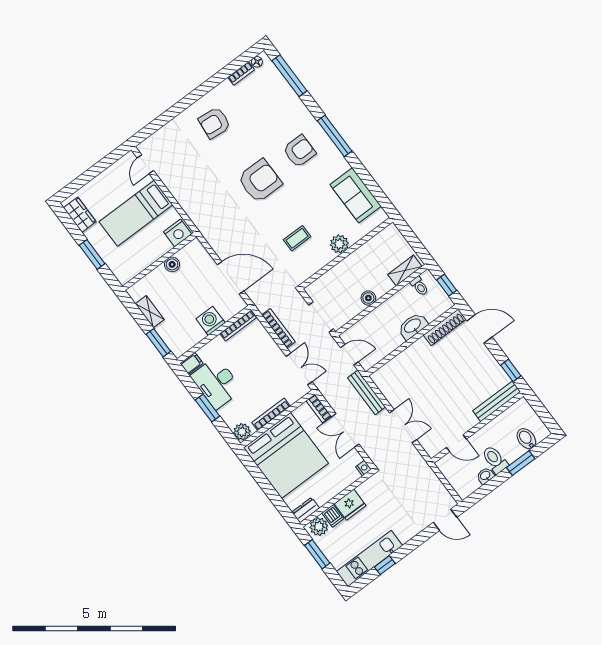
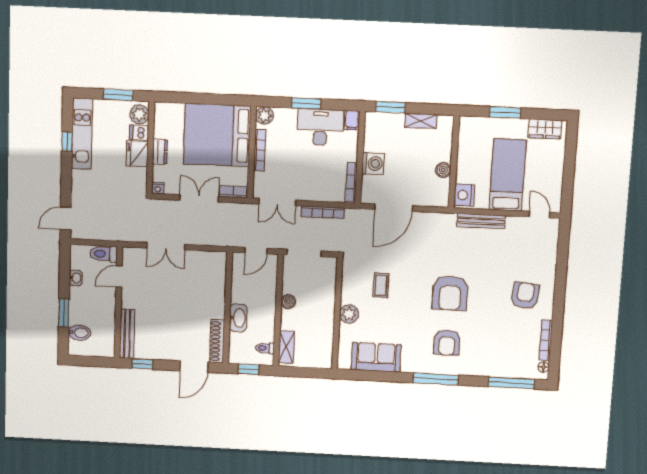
bookcase: (241, 74) -> (546, 340), width x1.56
bench: (367, 392) -> (481, 221), moved
toilet: (495, 460) -> (104, 254), moved, turned 180
dresser: (306, 510) -> (160, 152), moved

